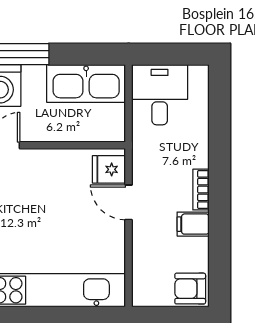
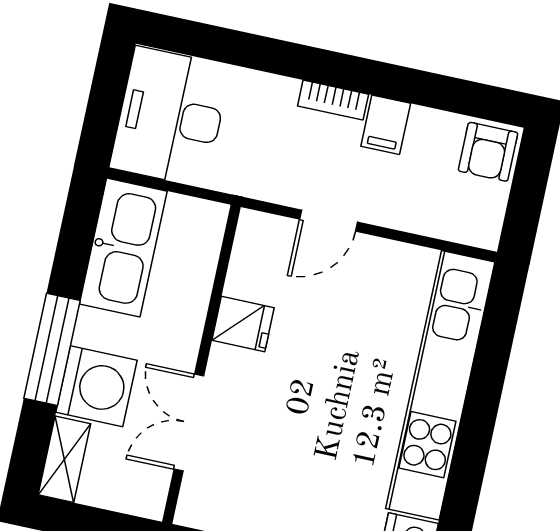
desk: (160, 95) -> (170, 117), width x1.37
fridge: (109, 169) -> (243, 324), moved, turned -90

